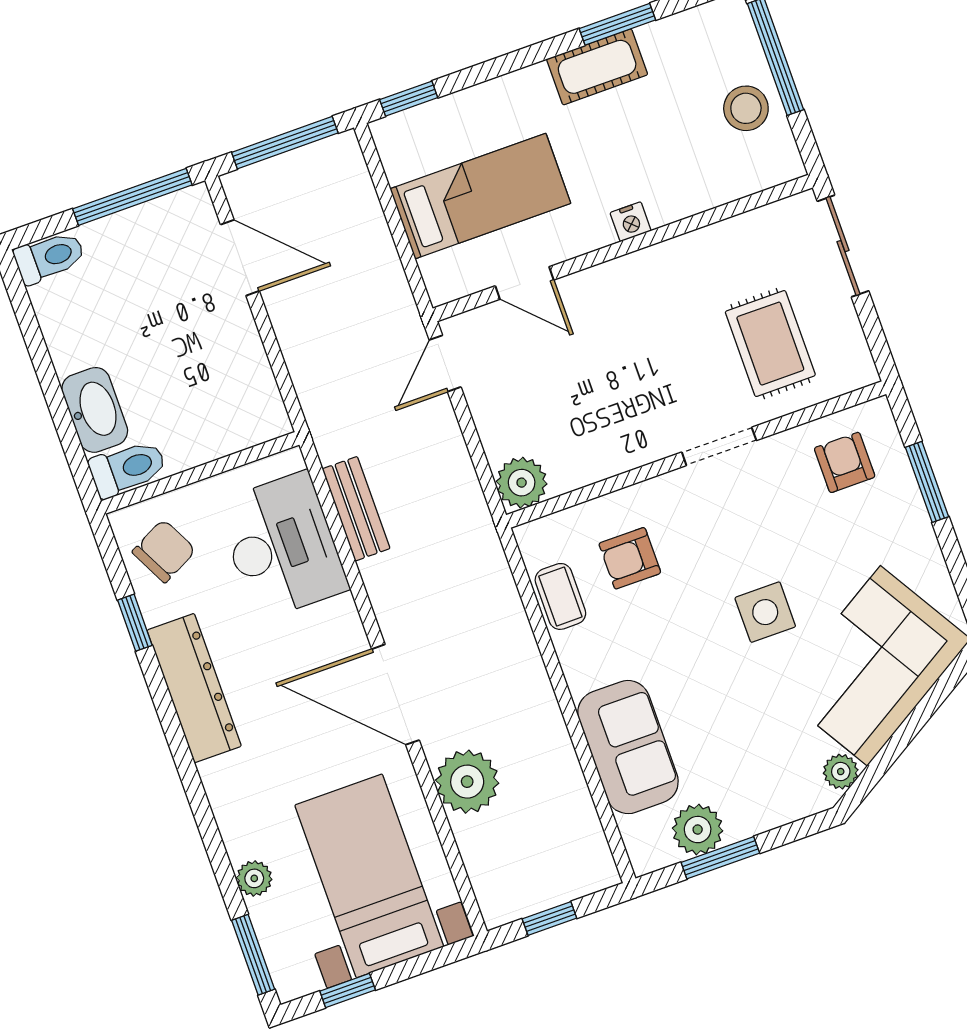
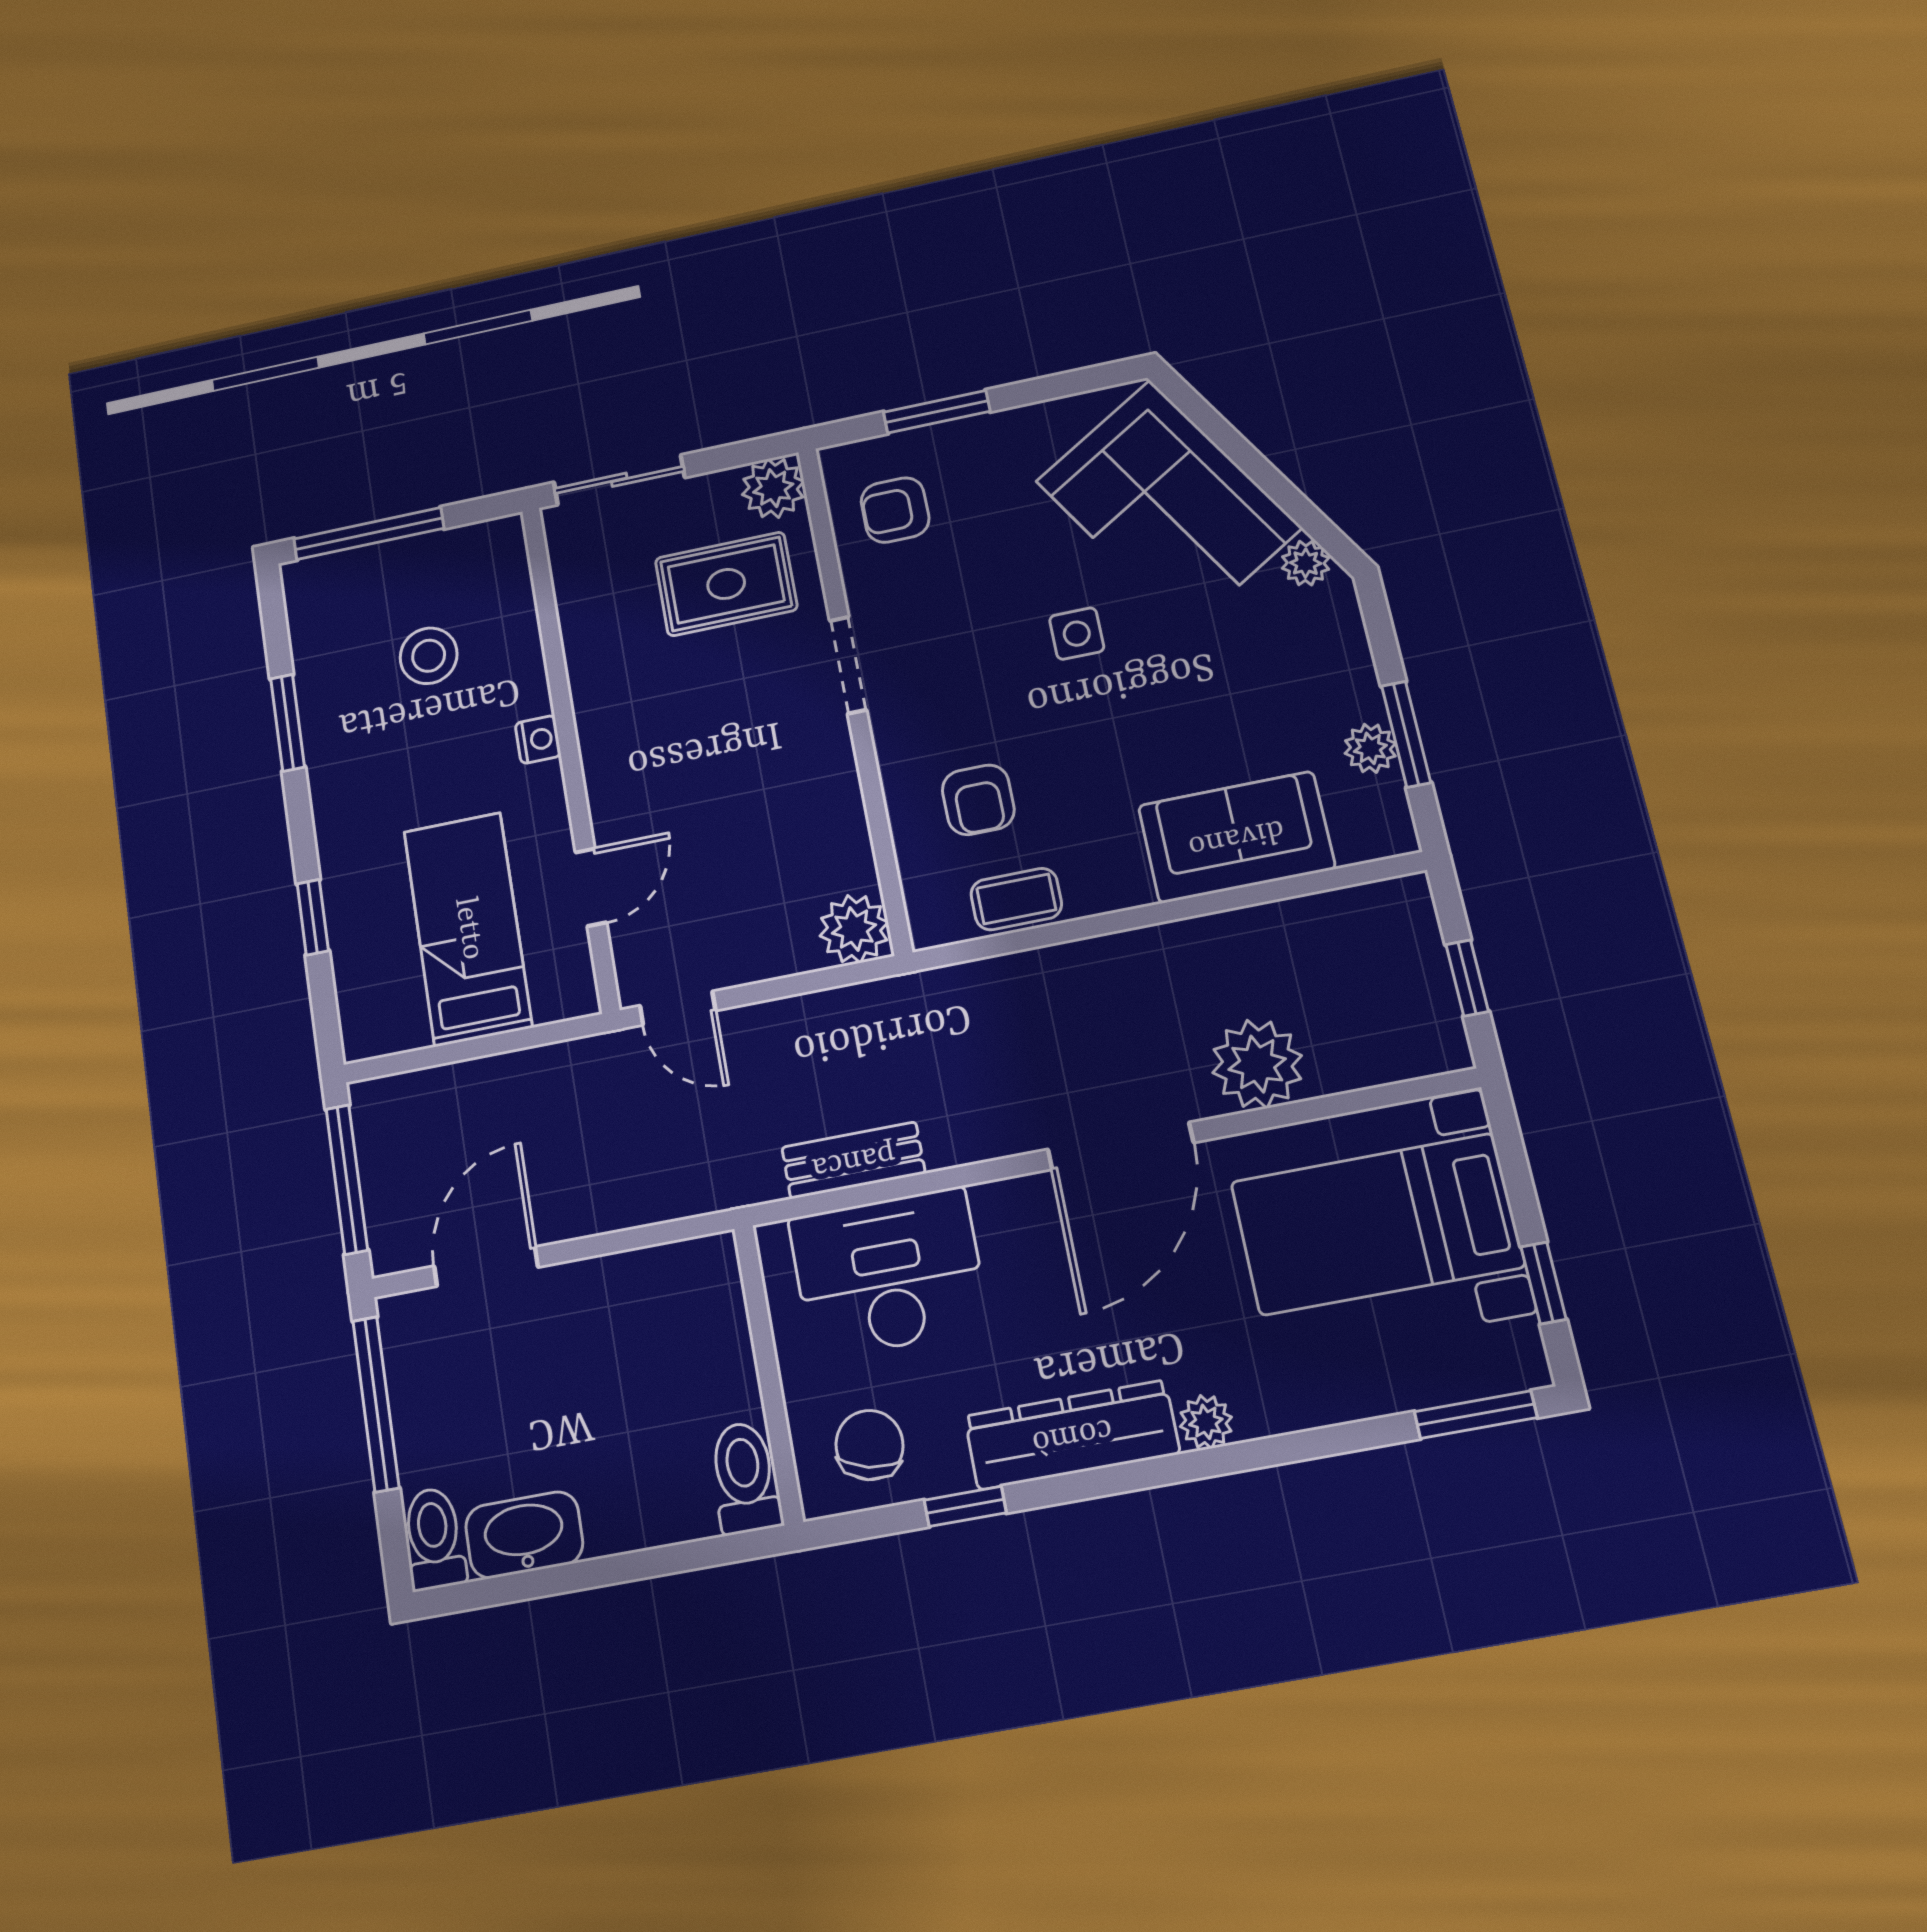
cot: (597, 67) -> (335, 755), removed
window: (409, 99) -> (313, 917), moved
stool: (746, 108) -> (429, 656), moved
plant: (851, 367) -> (773, 488), added
washbasin: (95, 410) -> (524, 1535), moved
chair: (164, 551) -> (869, 1445), turned 40
side table: (765, 612) -> (1077, 634), width x0.73, depth x0.73
plant: (698, 830) -> (1370, 748), width x0.73, depth x0.73
plant: (254, 878) -> (1206, 1422), moved

